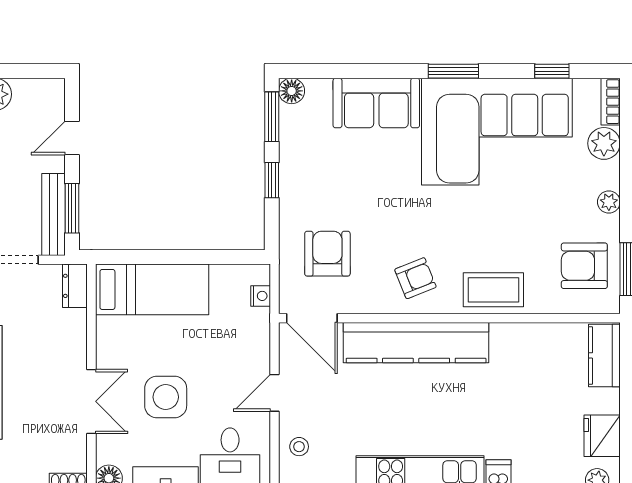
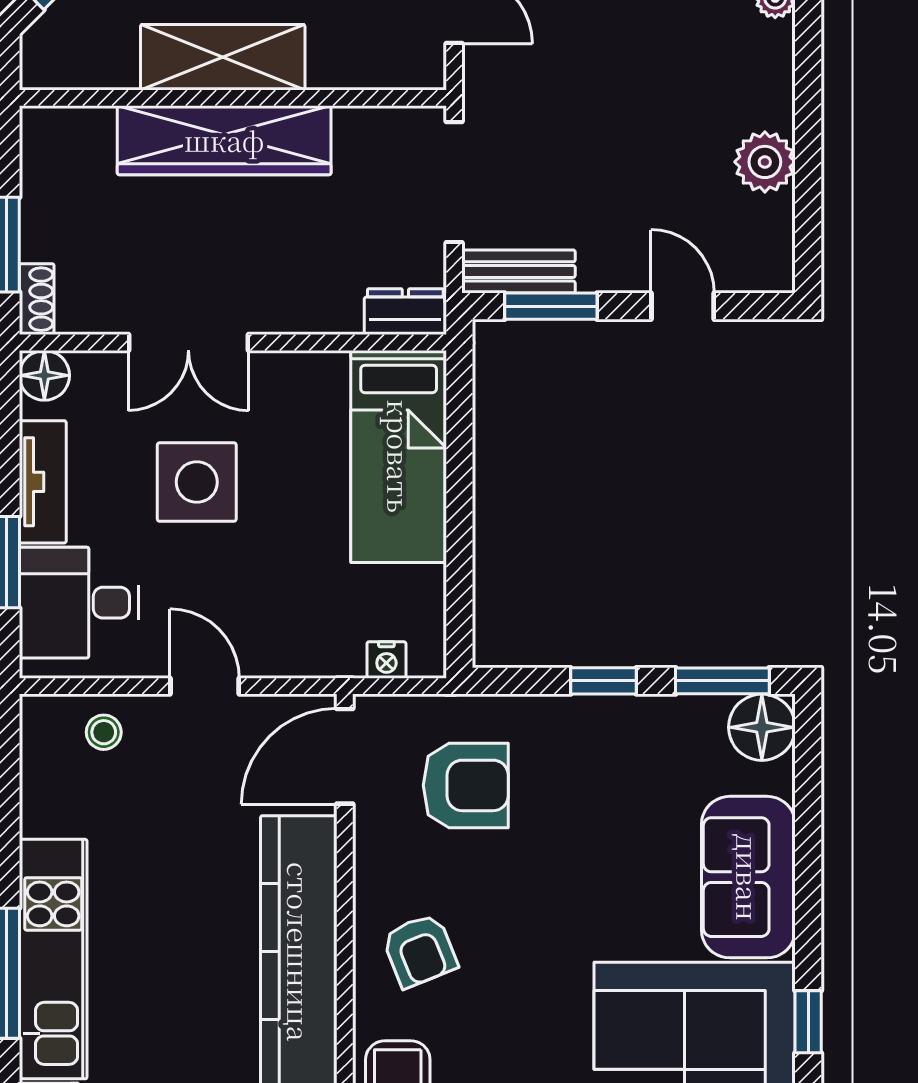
window: (453, 71) -> (808, 1022), width x0.67
floor lamp: (292, 91) -> (762, 727), width x1.38, depth x1.38
bench: (54, 215) -> (519, 271), width x0.73

